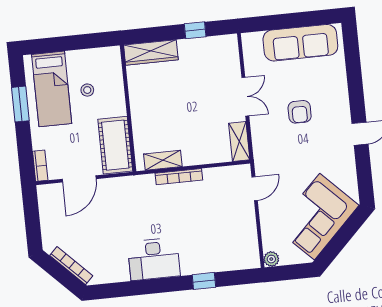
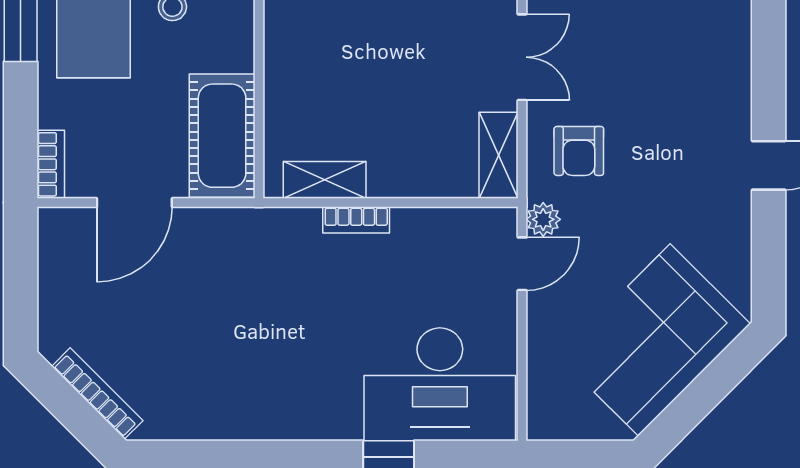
armchair: (300, 112) -> (579, 151), moved
bookcase: (179, 177) -> (356, 220), width x0.64
desk: (154, 259) -> (440, 384), moved, width x1.36, depth x1.30
plant: (271, 259) -> (543, 219), moved

